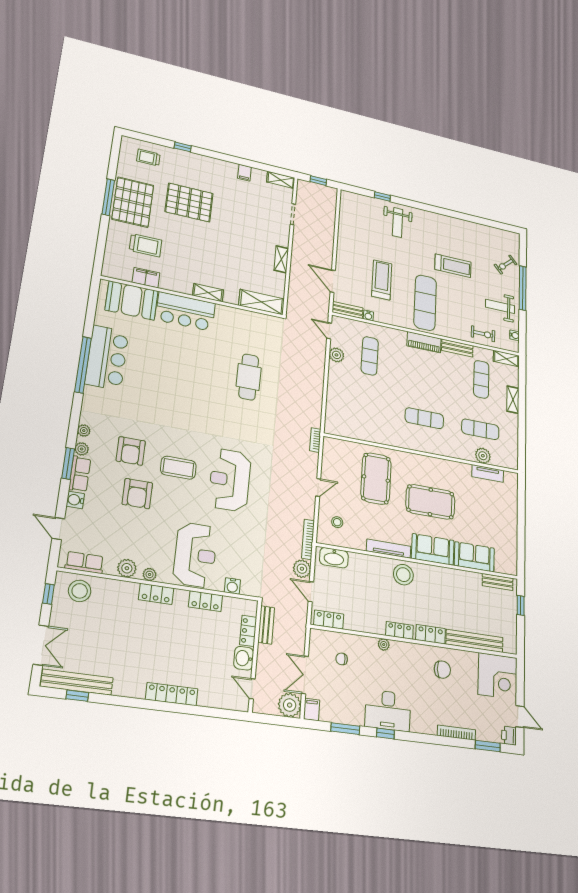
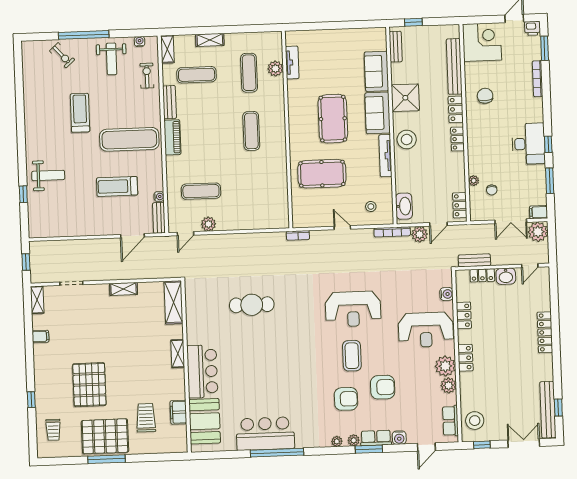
reception desk: (195, 555) -> (426, 330), turned 180
plant: (150, 574) -> (445, 366), width x1.88, depth x1.88
shower: (446, 582) -> (405, 98), added
plant: (384, 645) -> (474, 181), moved

